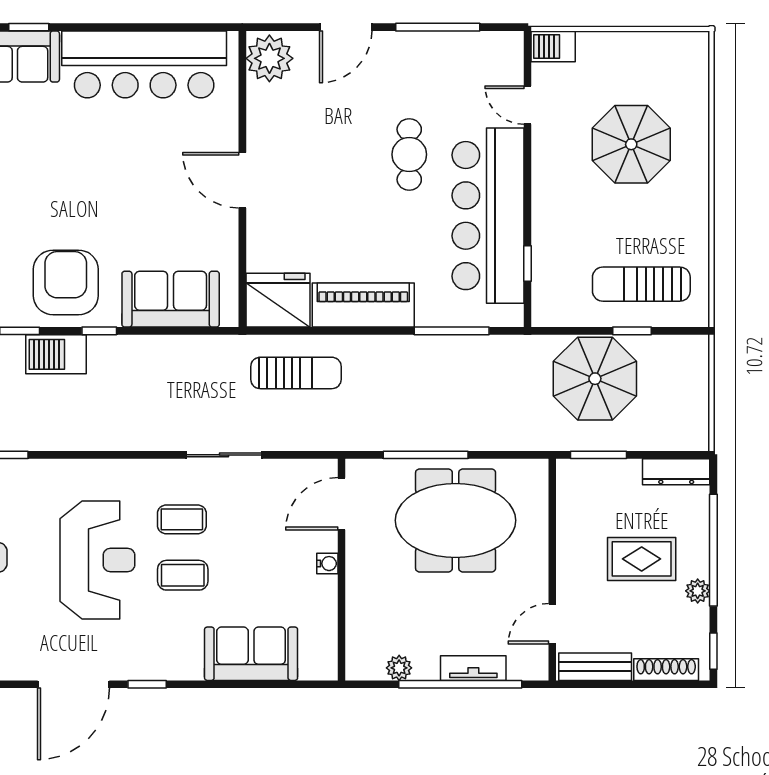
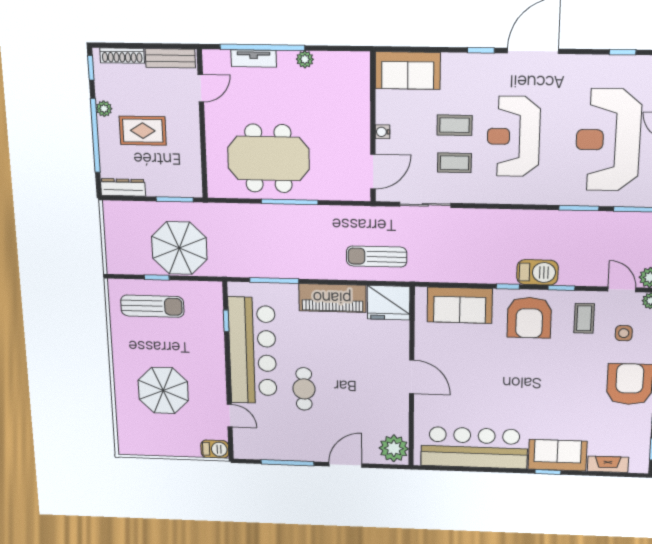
door: (341, 504) -> (373, 172), moved
water cooler: (327, 564) -> (383, 132), moved
wall: (341, 570) -> (373, 128), moved

